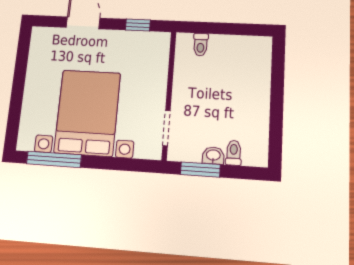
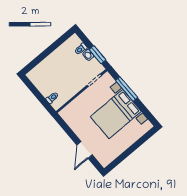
window: (138, 25) -> (66, 128), removed
window: (54, 159) -> (127, 89), moved

